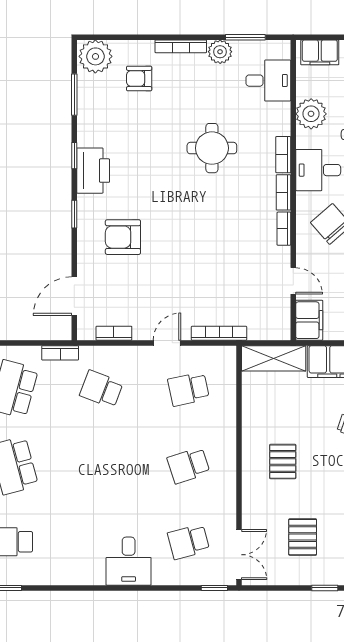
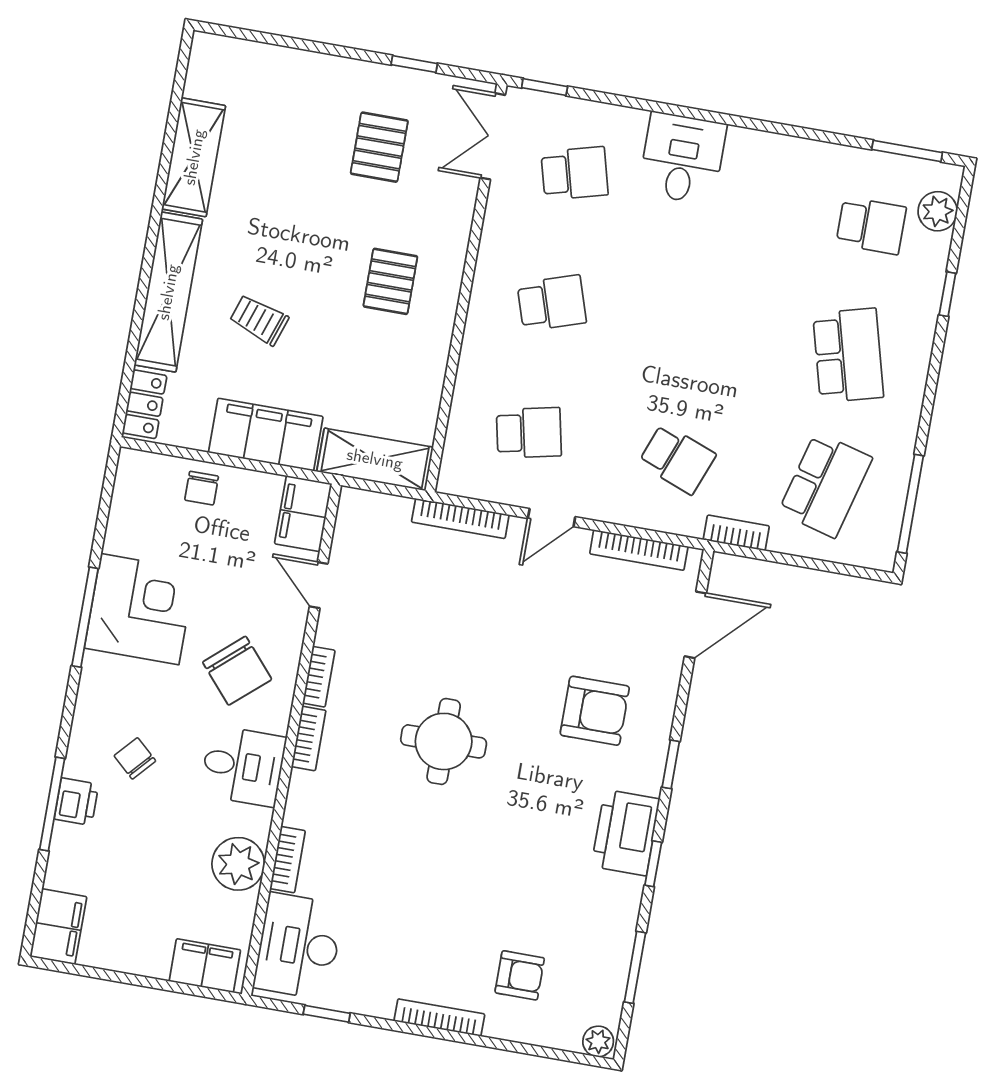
window: (245, 37) -> (327, 1014), width x0.67
plant: (220, 52) -> (374, 997), removed
plant: (95, 56) -> (598, 1041), width x0.53, depth x0.53
desk: (268, 81) -> (298, 946), width x1.37
round table: (212, 148) -> (444, 741), moved
bookcase: (283, 155) -> (288, 860), moved
bookcase: (114, 333) -> (639, 550), width x1.56
window: (325, 588) -> (414, 64), moved

